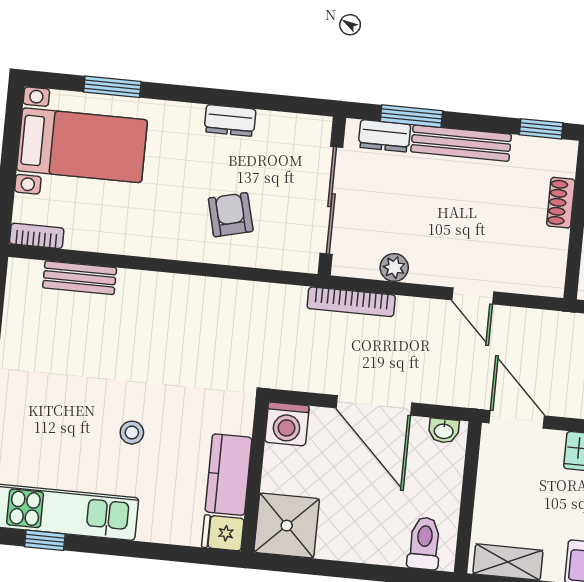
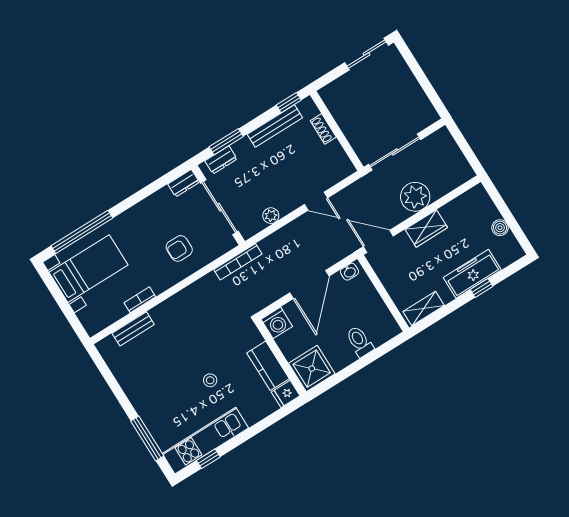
window: (112, 87) -> (82, 232), width x2.11
dresser: (230, 121) -> (184, 183), moved
bench: (461, 143) -> (275, 126), moved
armchair: (231, 215) -> (179, 248), turned -76
bookcase: (37, 236) -> (140, 300), moved
bookcase: (351, 302) -> (238, 262), moved
door: (374, 405) -> (309, 284), hinge flipped
toilet: (424, 543) -> (360, 341), moved

